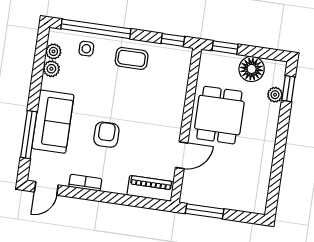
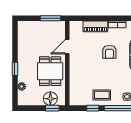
window: (173, 40) -> (93, 108), moved
floor lamp: (252, 69) -> (50, 99), moved
window: (288, 89) -> (15, 69), moved
piano: (150, 188) -> (95, 26), moved

